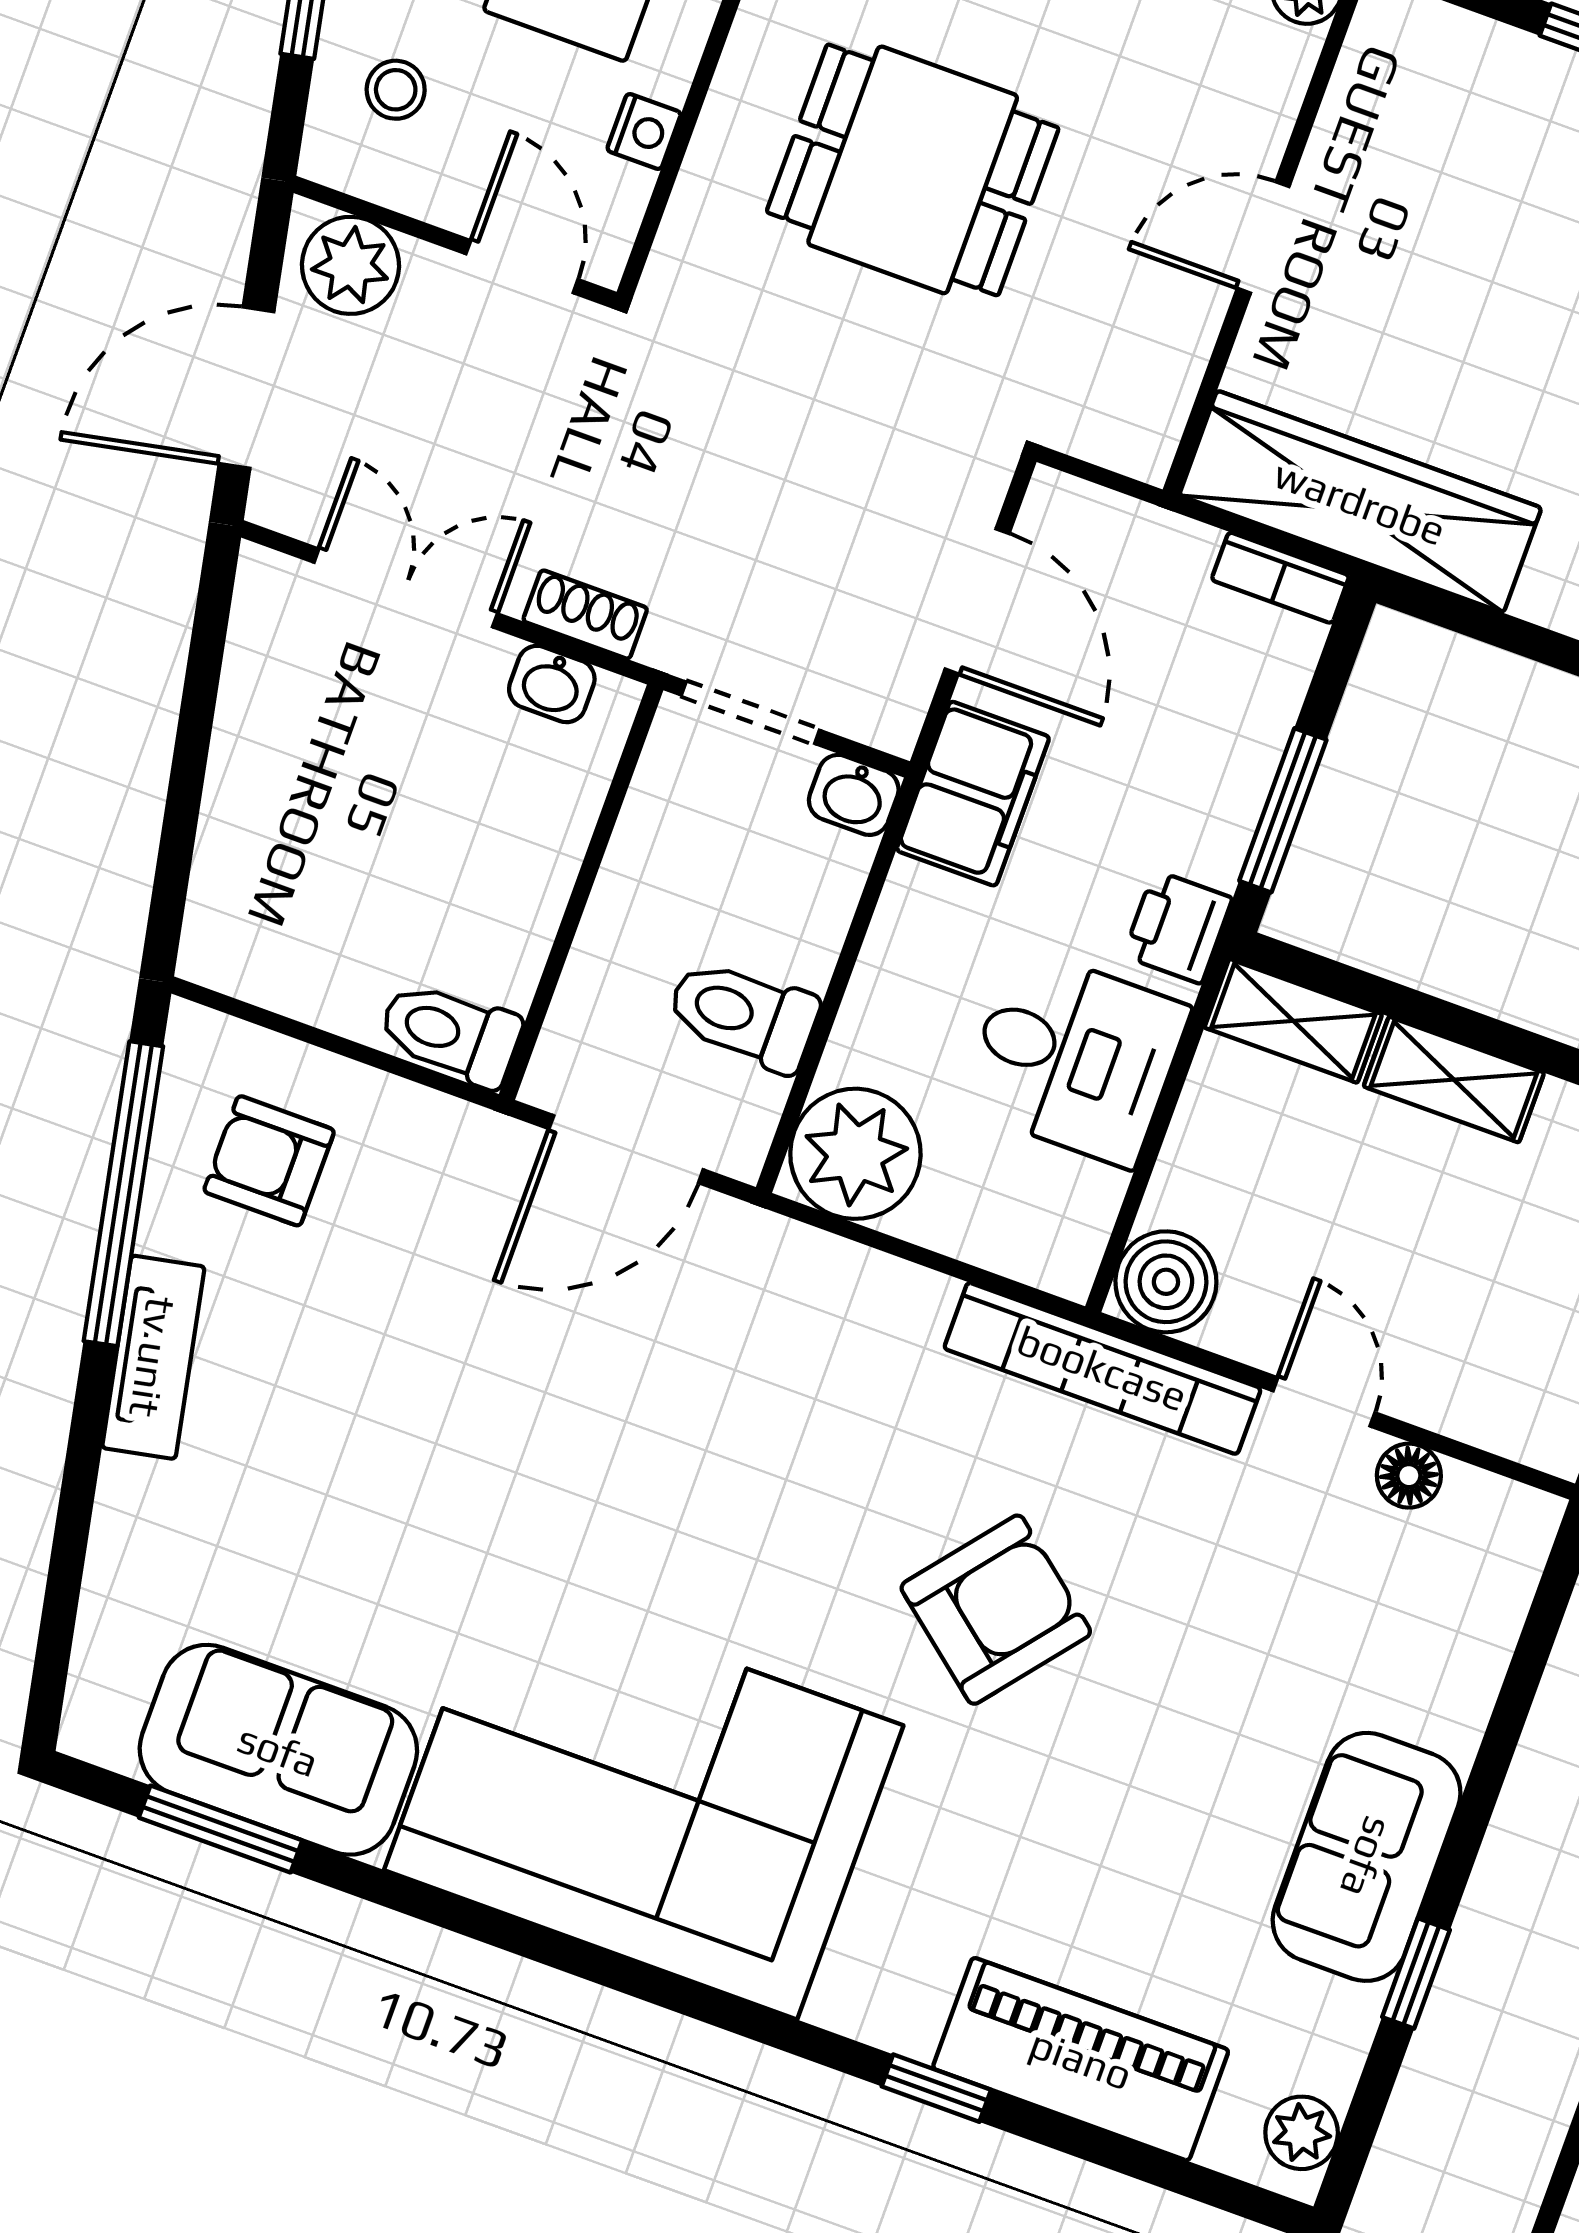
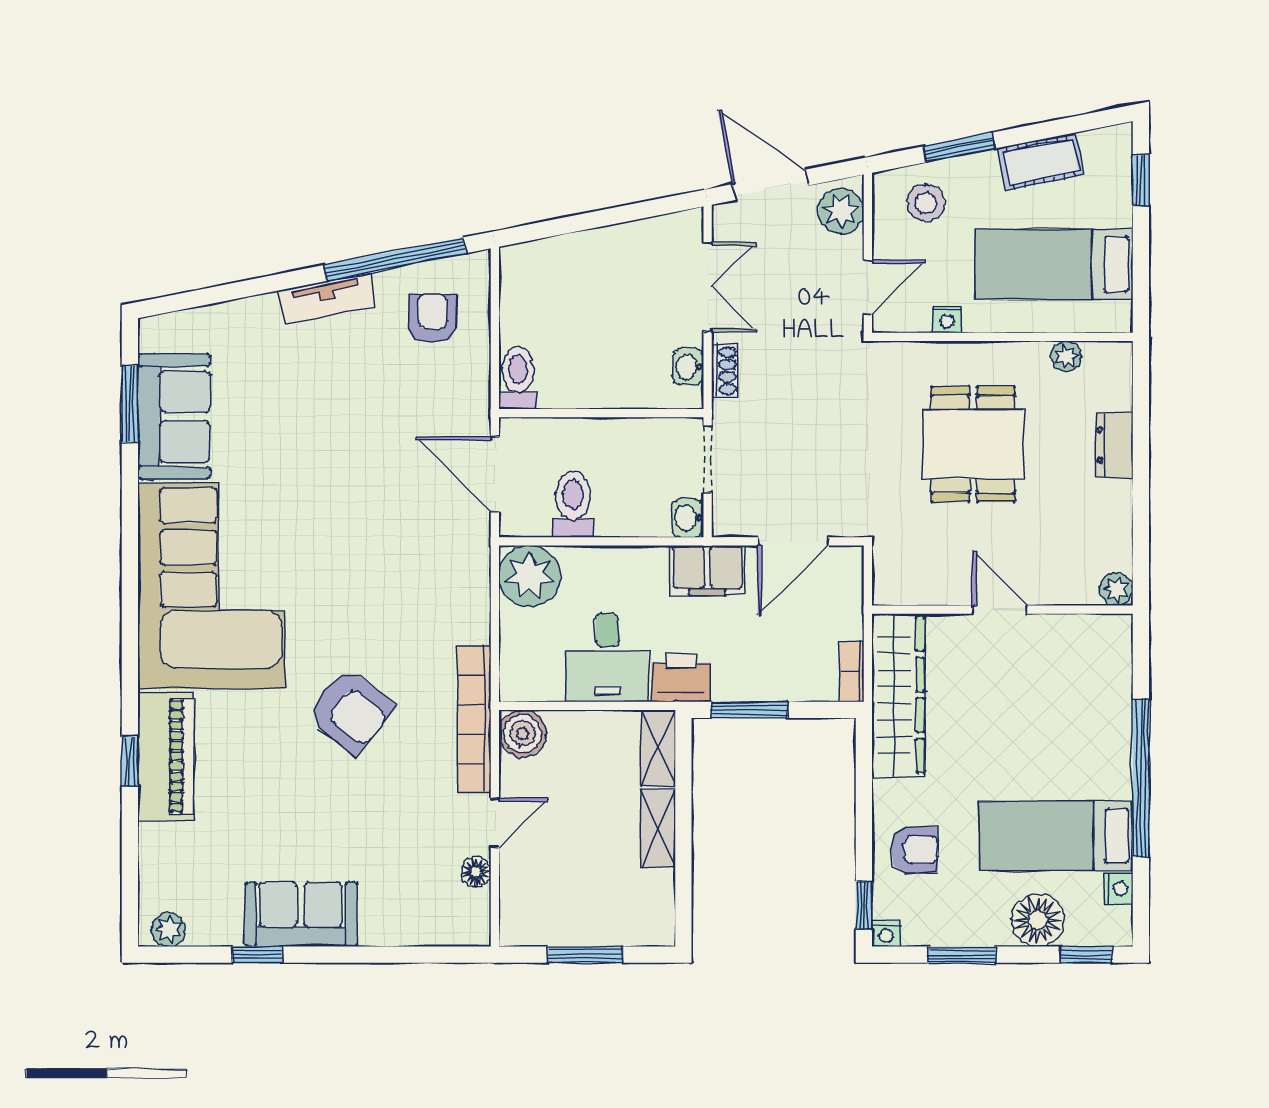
stool: (396, 90) -> (926, 203), width x1.37, depth x1.37
printer: (1178, 927) -> (681, 677), width x1.36, depth x1.24
piano: (1081, 2059) -> (166, 756), moved

